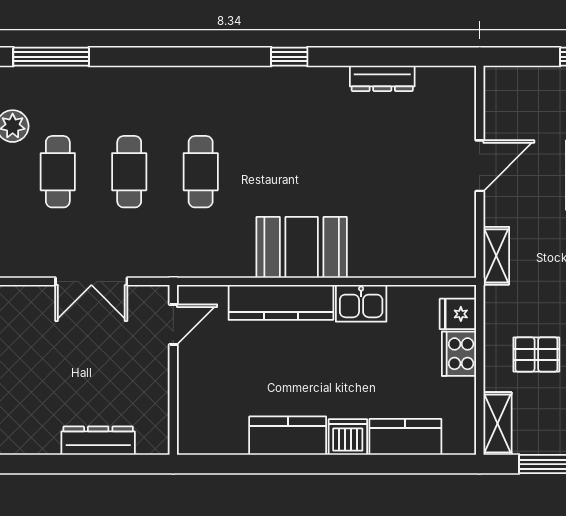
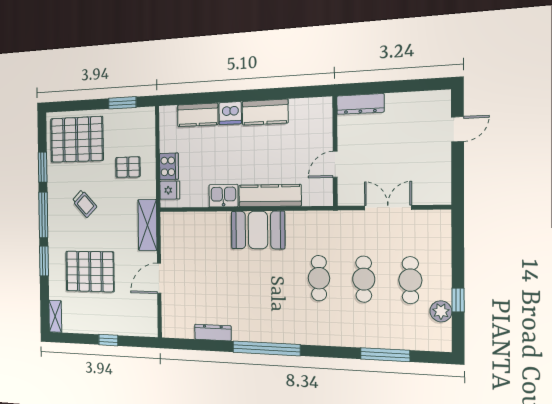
window: (51, 57) -> (385, 355), moved
window: (289, 57) -> (266, 348), width x3.17
shelving: (496, 256) -> (147, 225), width x1.50, depth x1.33
door: (173, 325) -> (335, 164), moved
shelving: (497, 424) -> (148, 125), removed
dresser: (98, 441) -> (360, 104), moved

